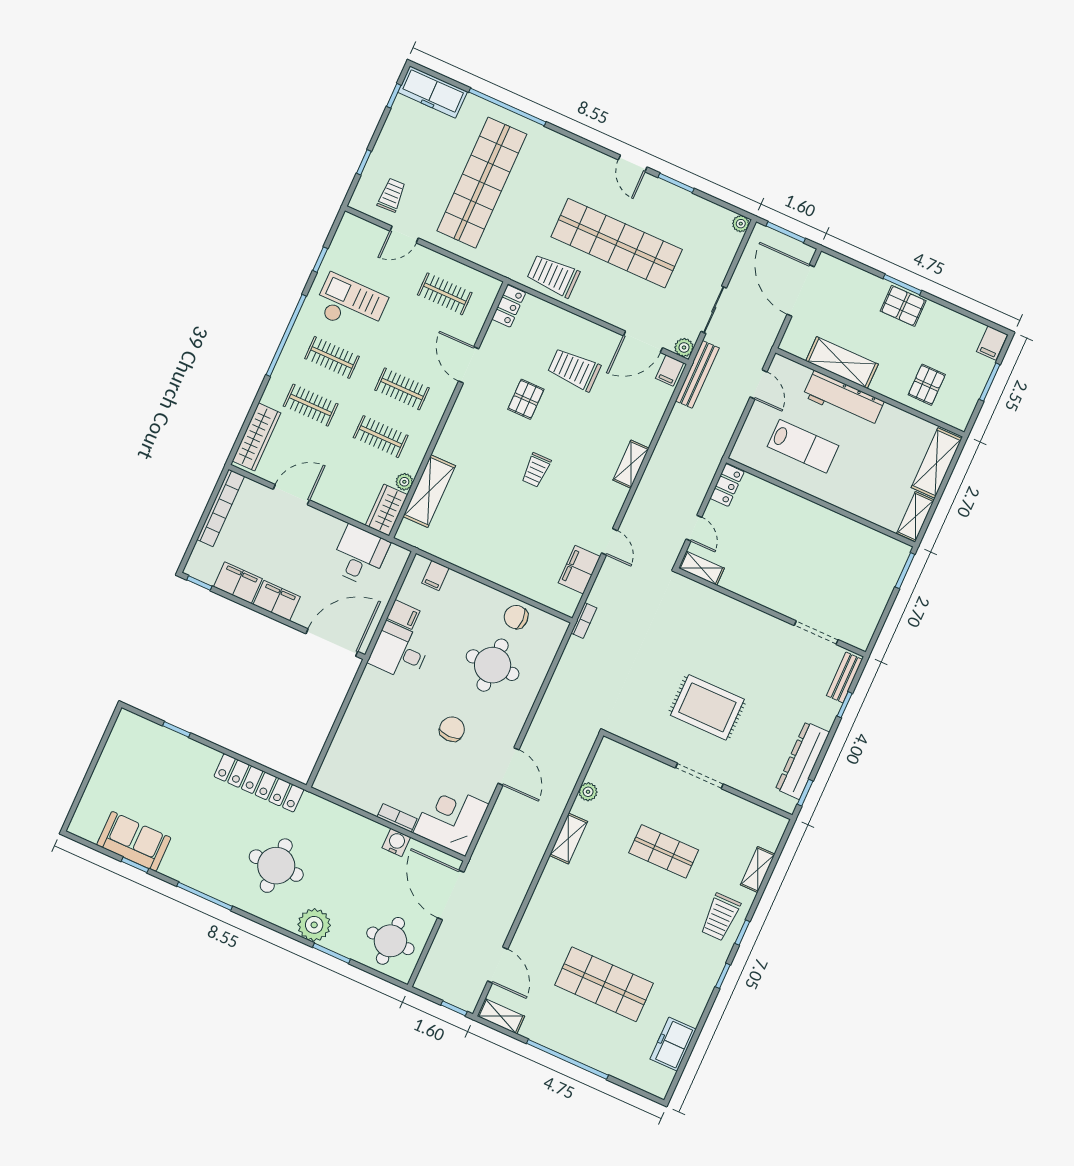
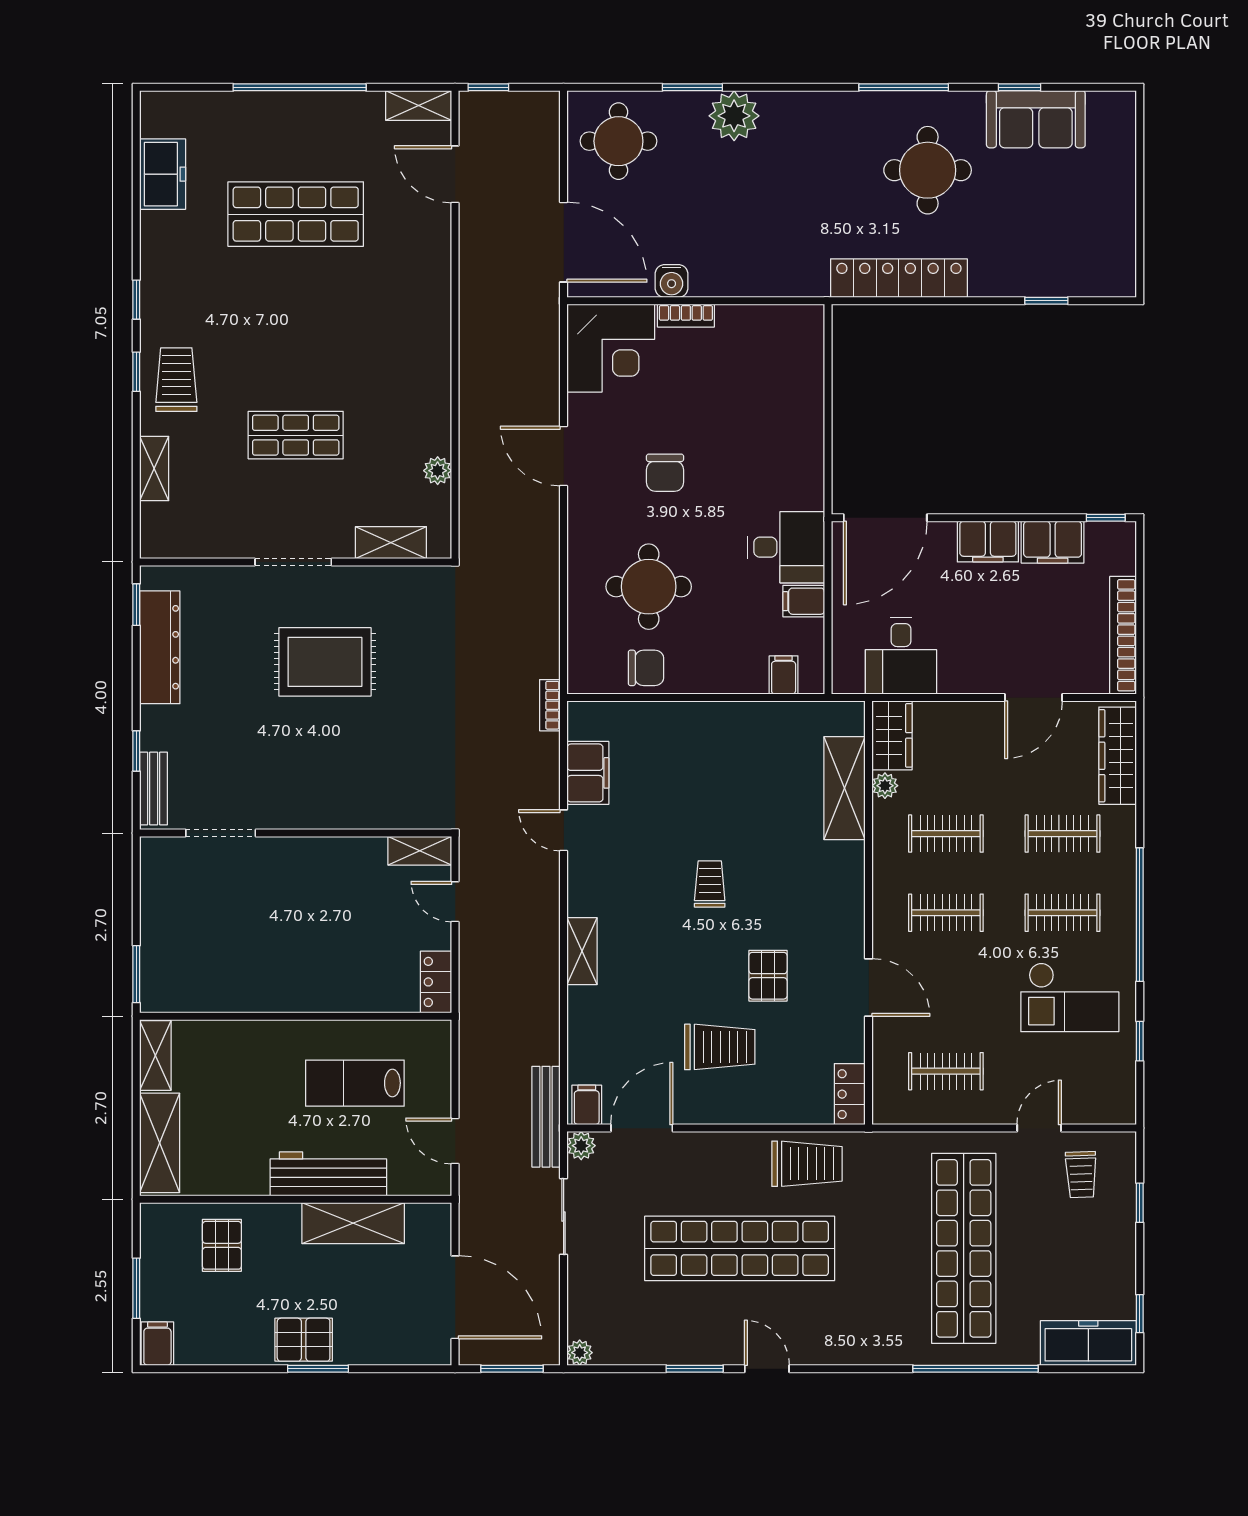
shelving: (568, 838) -> (391, 543), moved, turned 90
round table: (276, 866) -> (928, 170), moved

